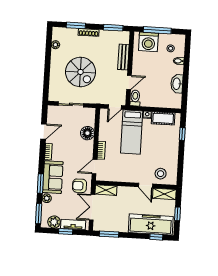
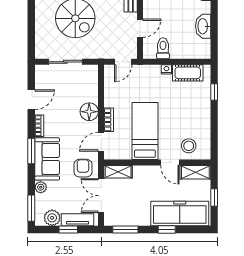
toilet: (135, 98) -> (163, 48), moved
bed: (132, 132) -> (145, 131), moved, turned 180
floor lamp: (87, 133) -> (89, 112), moved
window: (40, 184) -> (31, 151), moved
armchair: (80, 186) -> (83, 168), turned 90
window: (156, 237) -> (167, 230), moved

